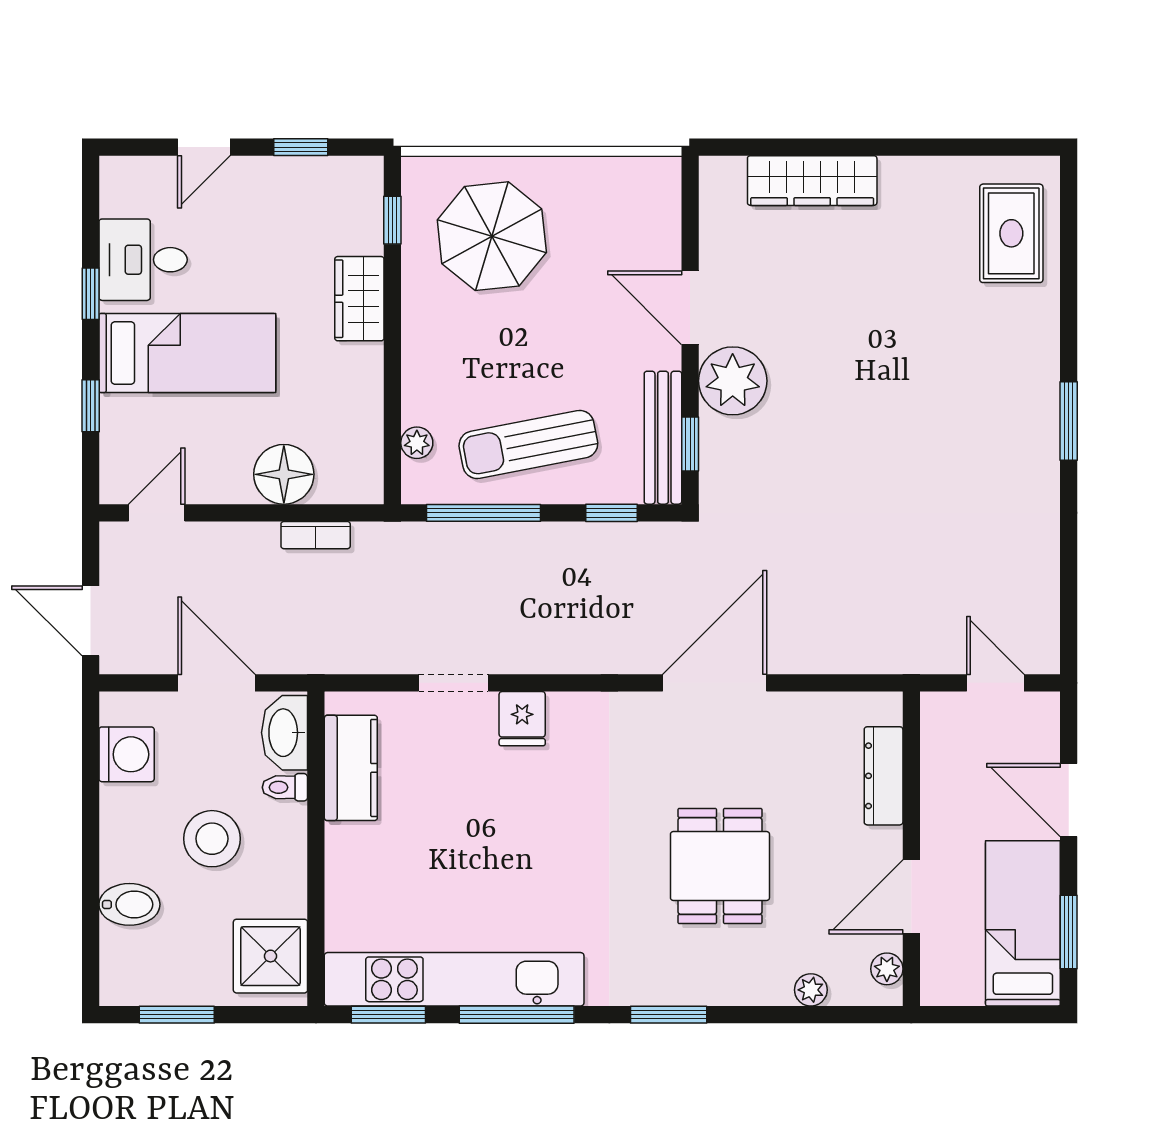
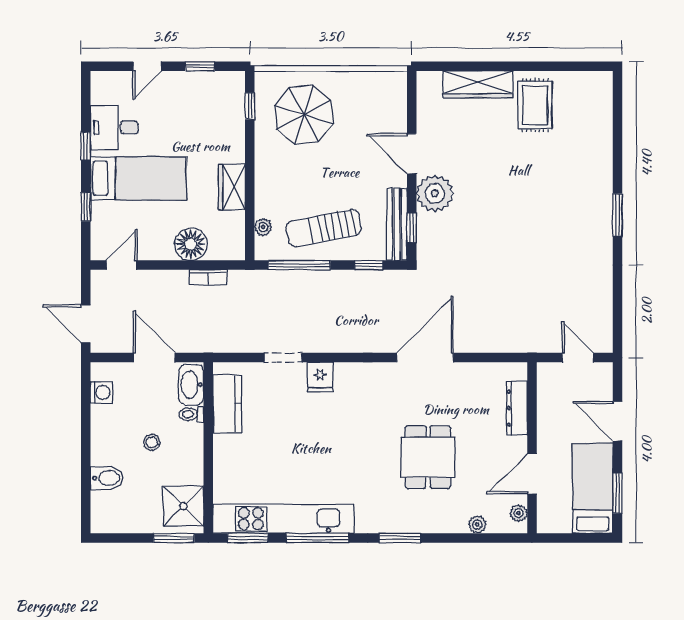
rug: (1011, 233) -> (535, 105), moved
wardrobe: (359, 299) -> (232, 187), moved
washing machine: (127, 754) -> (101, 392), width x0.73, depth x0.73
stool: (212, 839) -> (152, 442), width x0.53, depth x0.53
window: (177, 1015) -> (174, 538), moved

